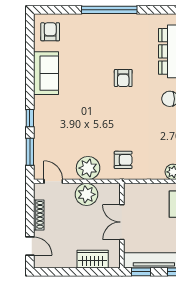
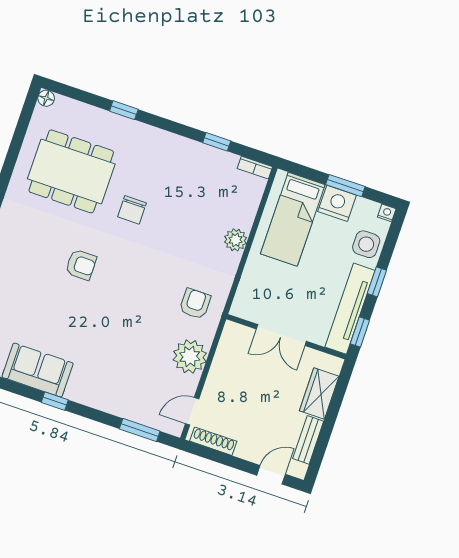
window: (30, 118) -> (55, 401), moved
plant: (87, 194) -> (226, 371), removed
shoe rack: (39, 215) -> (213, 441), moved
bench: (60, 262) -> (308, 440), added

